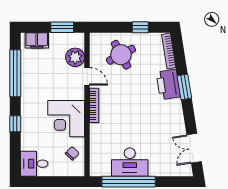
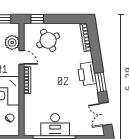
window: (140, 27) -> (37, 19), moved
printer: (168, 84) -> (87, 74), moved
window: (184, 87) -> (101, 82), moved

